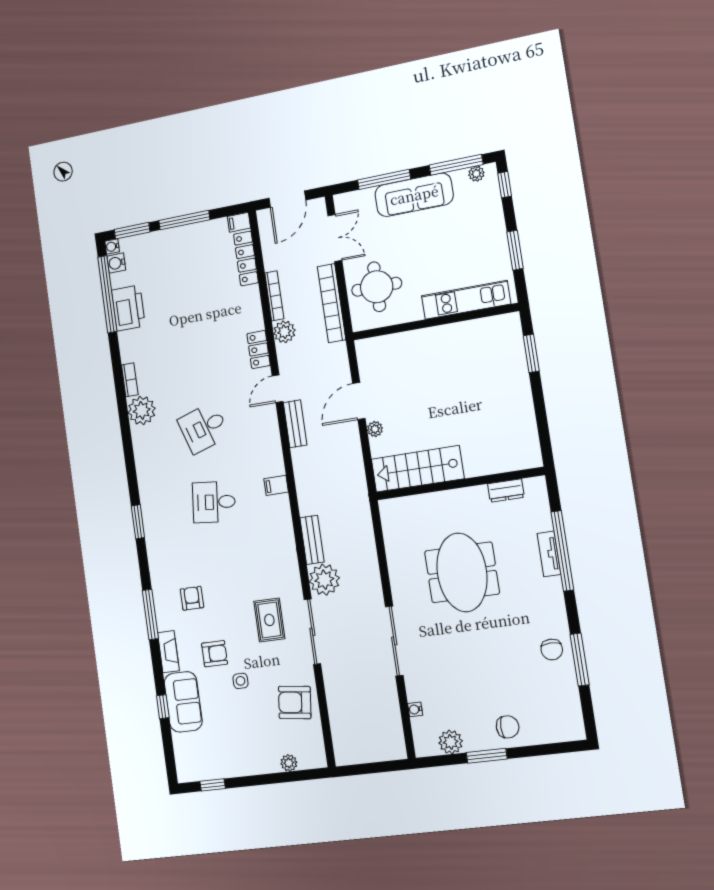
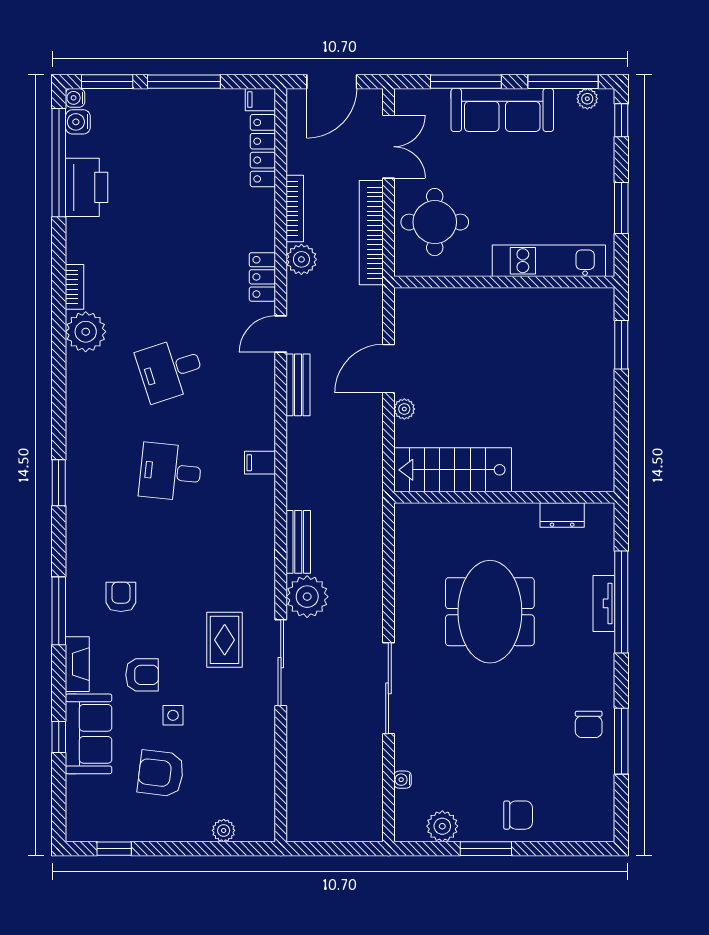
armchair: (295, 702) -> (161, 773), moved

